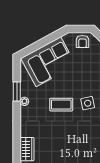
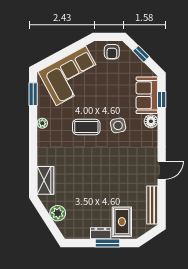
window: (17, 91) -> (33, 94), moved

